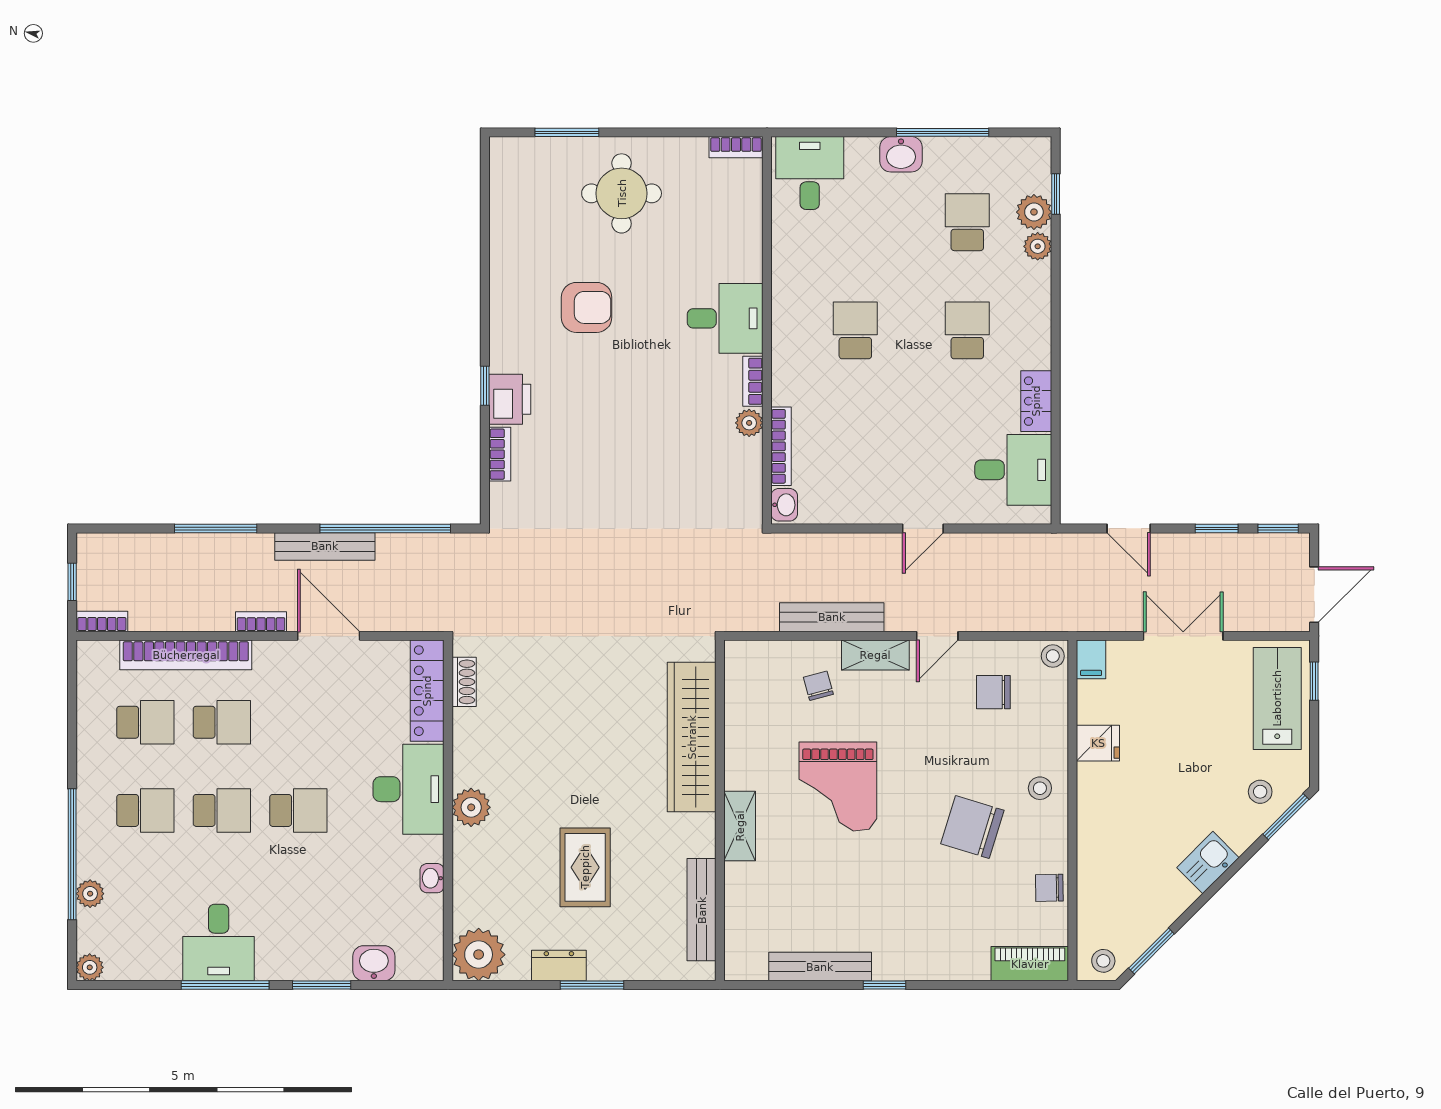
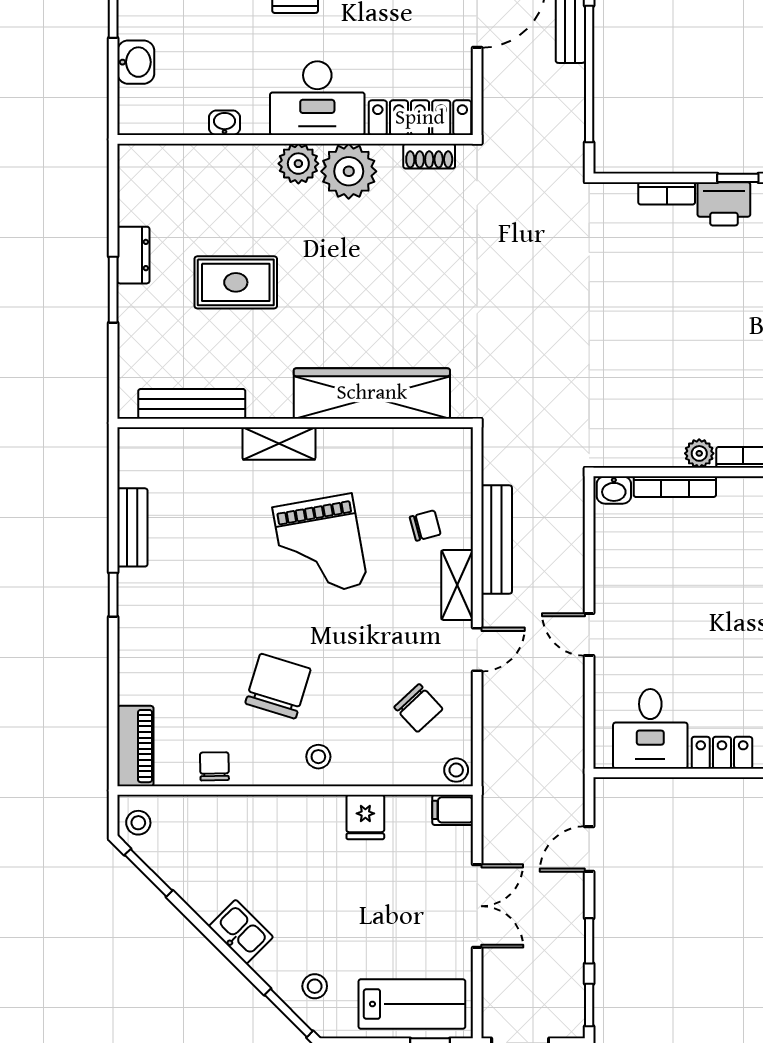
door: (937, 636) -> (477, 650), swing flipped
chair: (993, 692) -> (418, 708), turned 137
grand piano: (838, 787) -> (320, 546), turned -100
plant: (479, 955) -> (349, 171), moved
bench: (820, 967) -> (132, 527), width x0.73

